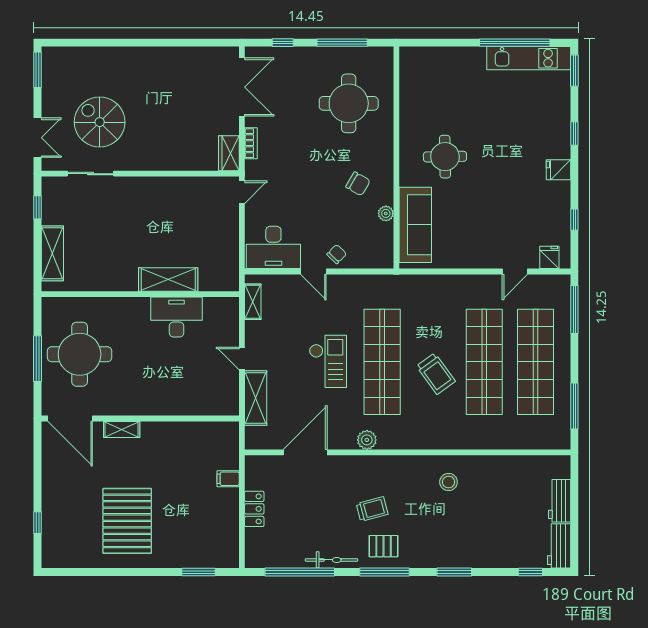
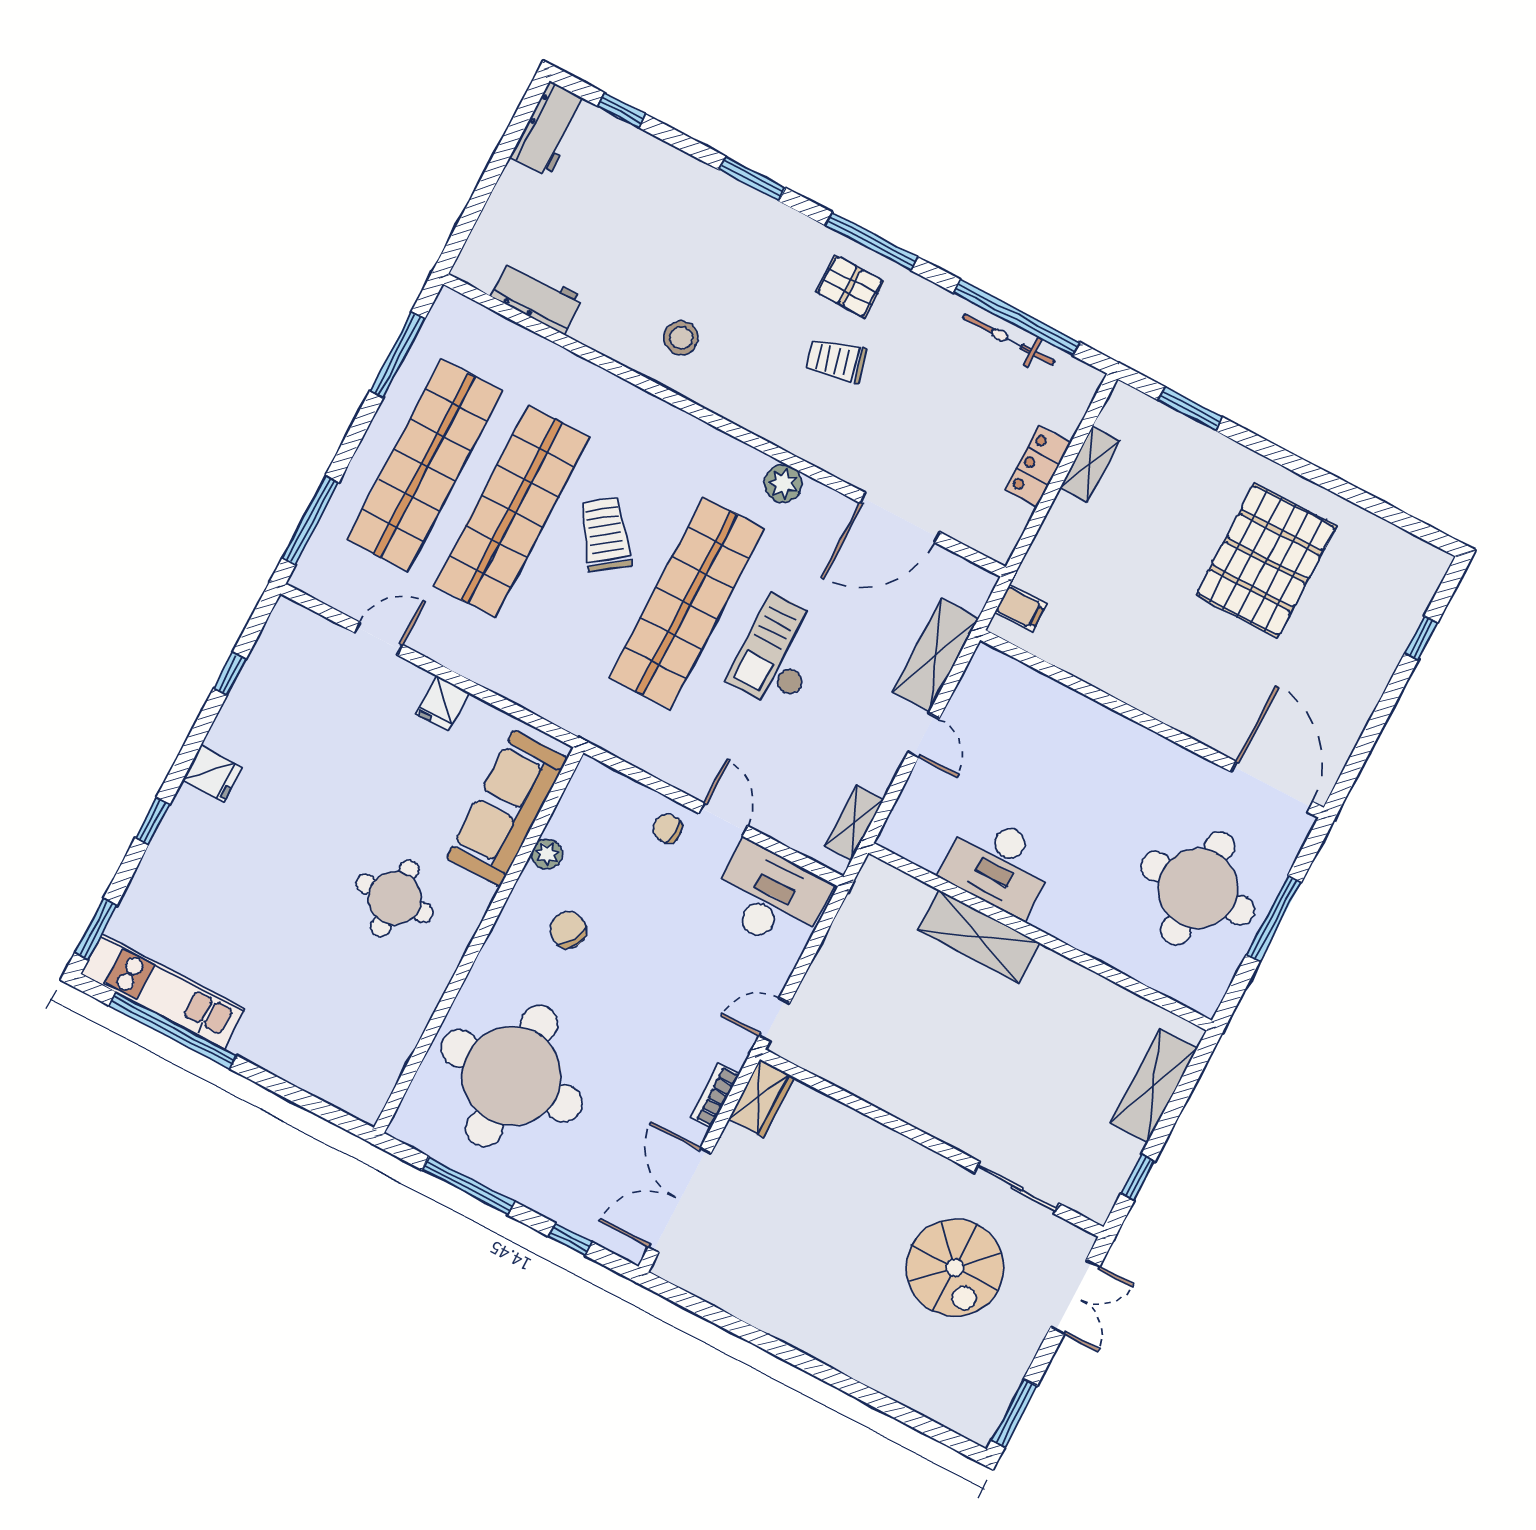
round table: (349, 103) -> (512, 1076), width x1.36, depth x1.36
double door: (37, 138) -> (1075, 1297), swing flipped
chair: (337, 254) -> (668, 829), turned 48
fridge: (549, 257) -> (442, 703), moved
shelving: (122, 429) -> (1090, 464), moved, turned 90
filing cabinet: (228, 479) -> (1021, 608), moved
workbench: (560, 501) -> (537, 297), moved, turned -90
bicycle: (331, 560) -> (1009, 340), moved

